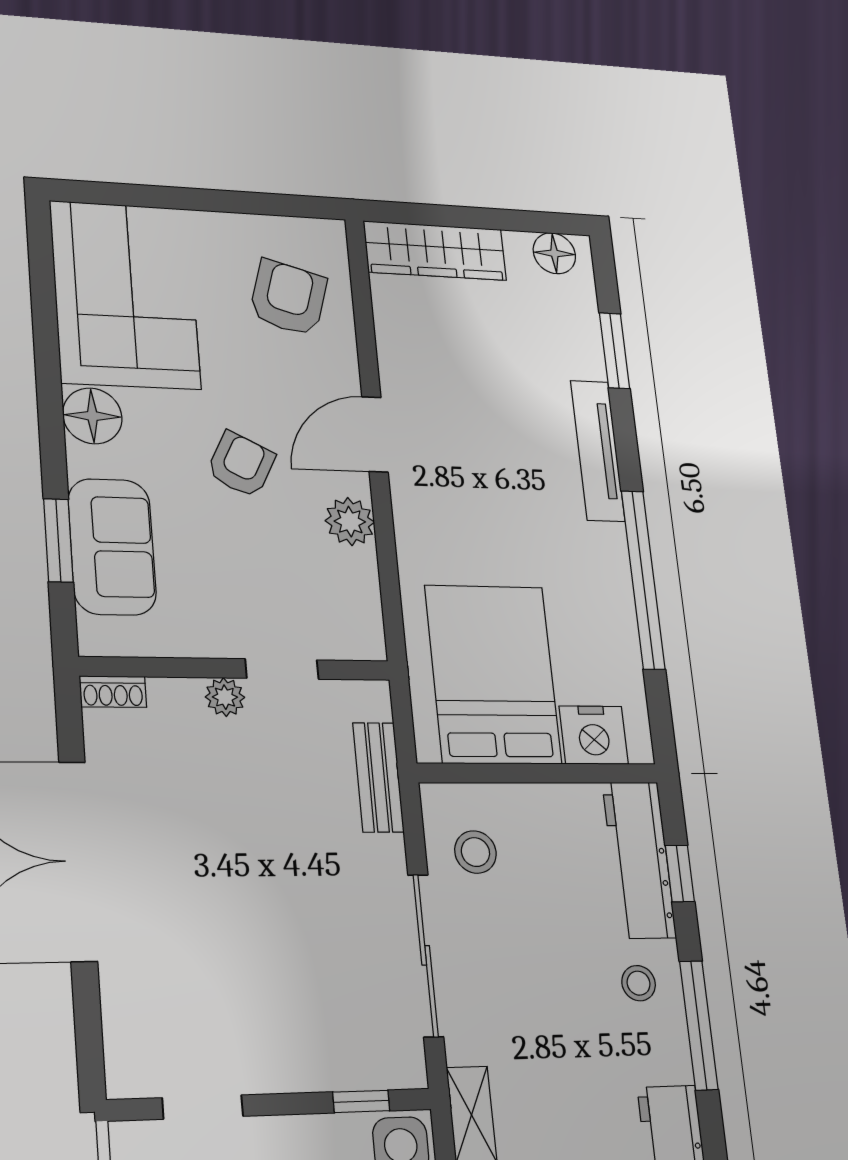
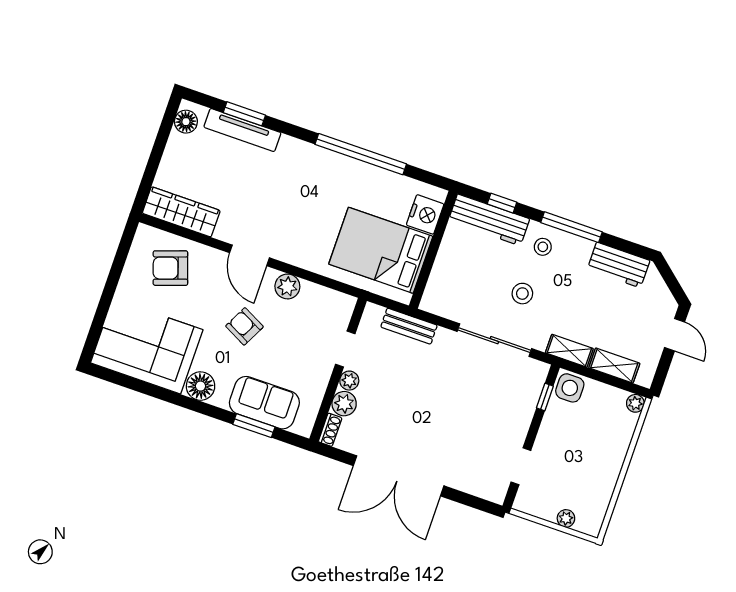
wardrobe: (435, 251) -> (181, 212), moved, turned -90
armchair: (288, 298) -> (170, 268), turned -35
tv unit: (598, 451) -> (242, 130), moved
plant: (176, 702) -> (344, 404), added
stool: (475, 852) -> (522, 294), moved

